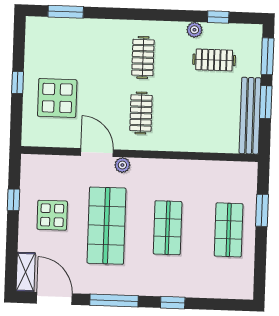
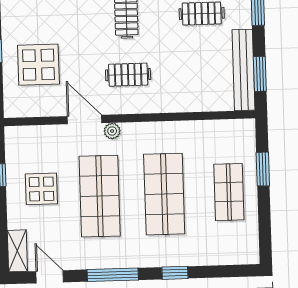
window: (266, 102) -> (260, 74), moved
clothes rail: (141, 113) -> (128, 75), turned 90
shop shelf: (168, 228) -> (164, 194), width x1.43, depth x1.36
door: (54, 298) -> (50, 277), width x0.73

